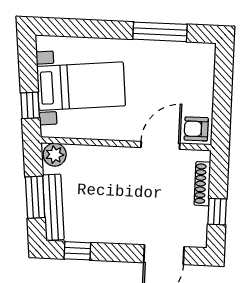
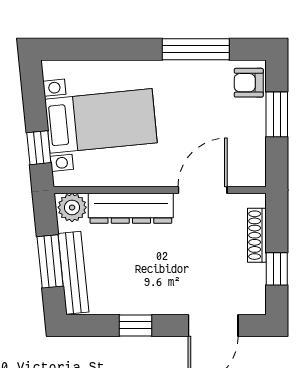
window: (223, 87) -> (277, 114), added
armchair: (196, 129) -> (249, 83), moved
dresser: (102, 157) -> (131, 208), added
window: (77, 251) -> (135, 325), moved

